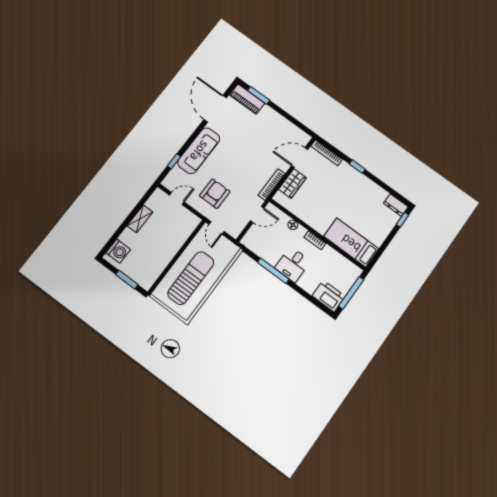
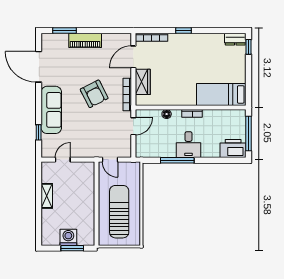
piano: (247, 99) -> (85, 40), moved
armchair: (215, 194) -> (94, 94), moved, turned 153
washing machine: (118, 251) -> (68, 237), moved, turned -90

